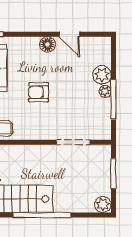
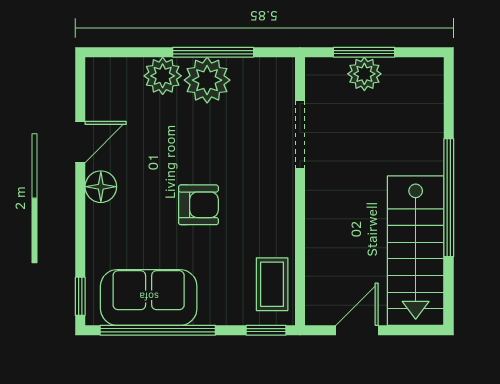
plant: (105, 91) -> (207, 80), width x1.88, depth x1.88
armchair: (39, 92) -> (198, 205), turned -90
plant: (103, 204) -> (364, 74), moved

